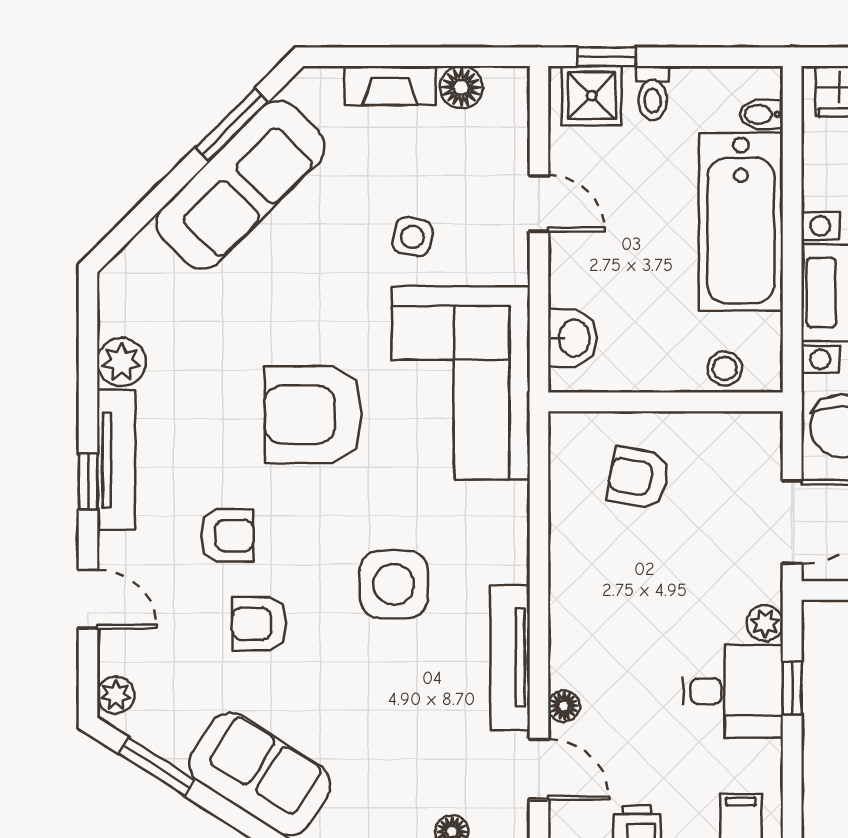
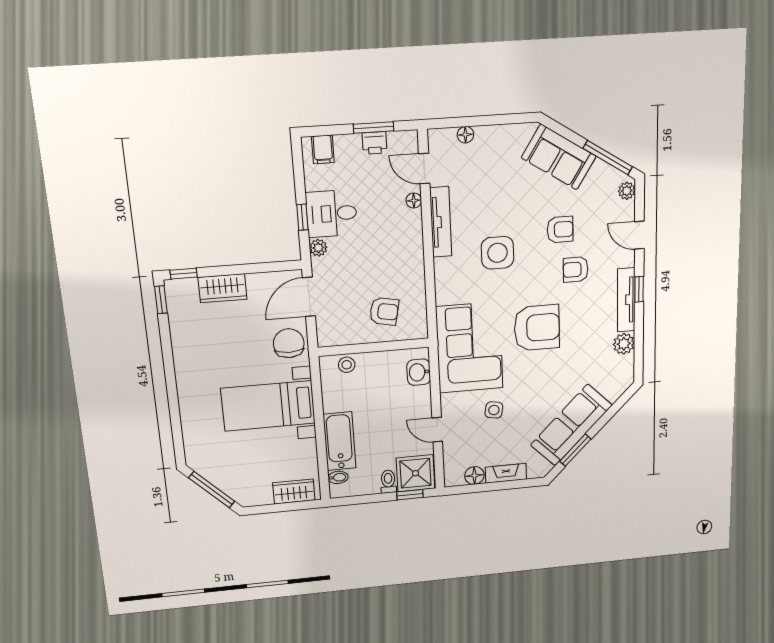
shower: (592, 96) -> (416, 473), width x1.36, depth x1.36
bathtub: (741, 222) -> (339, 441), width x0.73, depth x0.73
window: (157, 766) -> (608, 158), width x1.44

